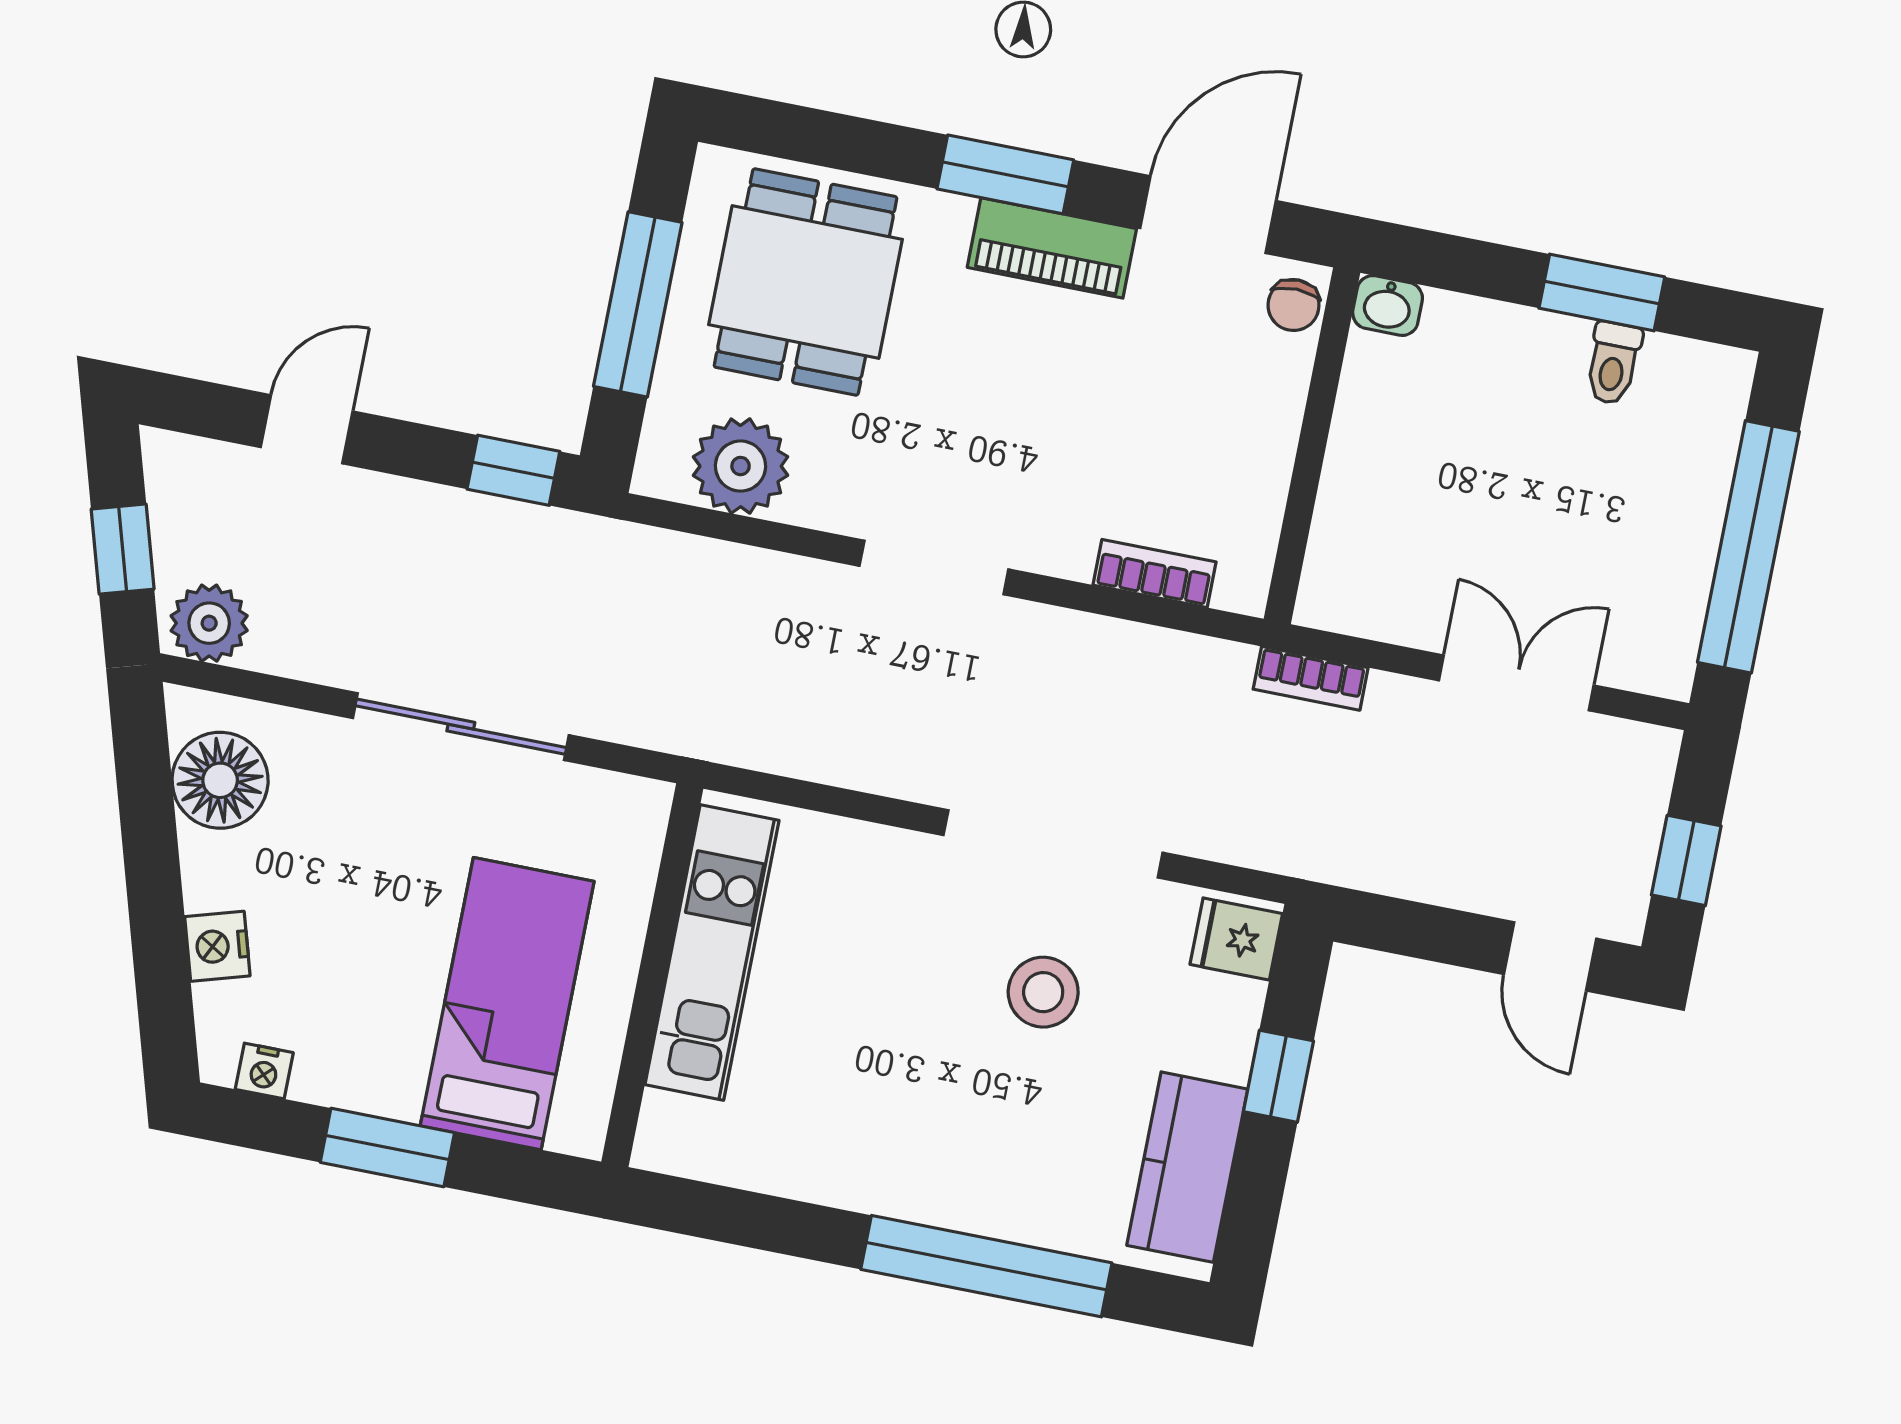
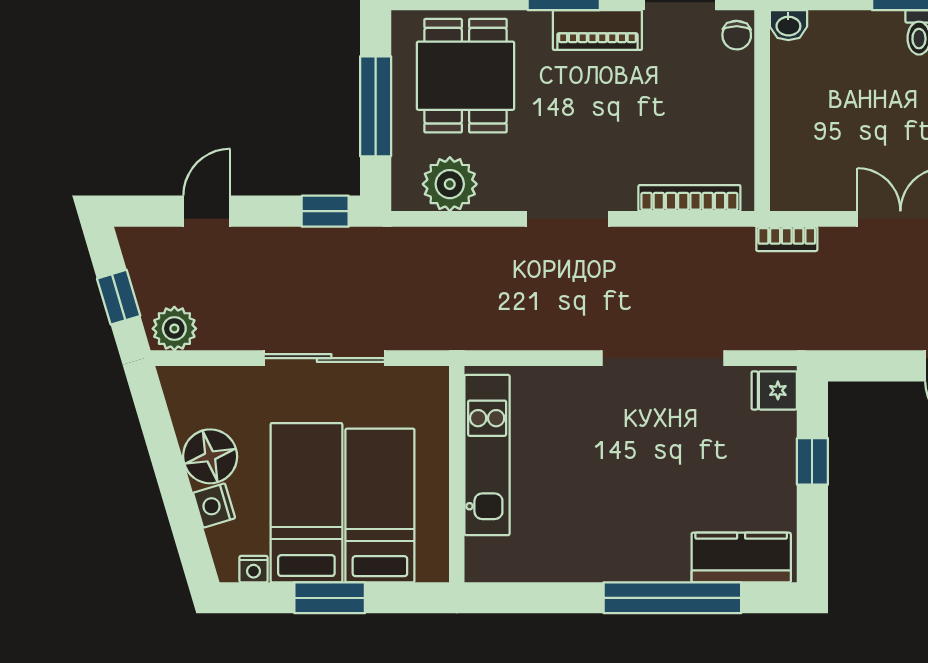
bookcase: (1155, 573) -> (689, 198), width x1.56
floor lamp: (220, 780) -> (210, 456), moved
bed: (380, 973) -> (306, 503), added
stool: (1043, 992) -> (674, 441), removed
kitchen counter: (1187, 1167) -> (741, 557), moved, turned 90

